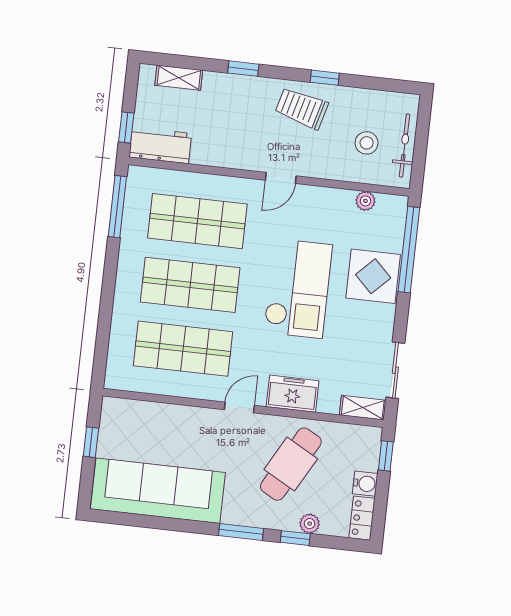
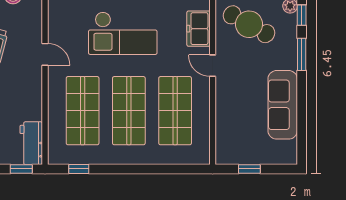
window: (117, 207) -> (79, 169), width x0.46
checkout: (298, 288) -> (123, 33), turned 180
sofa: (158, 491) -> (283, 105), width x0.74, depth x0.79

